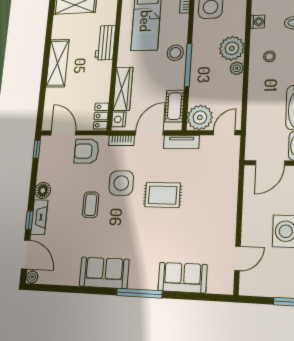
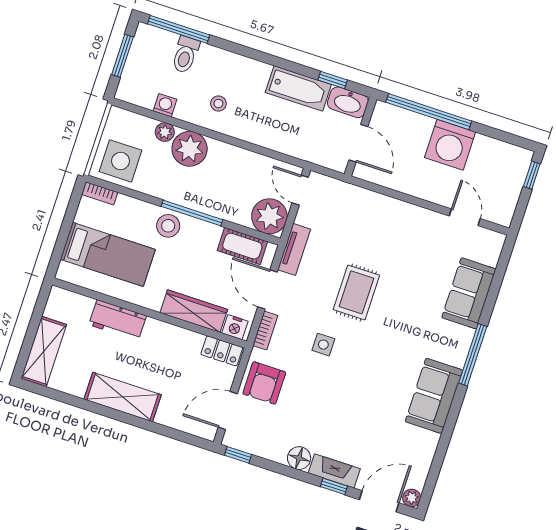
plant: (237, 68) -> (165, 132), moved
side table: (121, 183) -> (323, 345), width x0.54, depth x0.54
coffee table: (91, 205) -> (339, 394), removed

